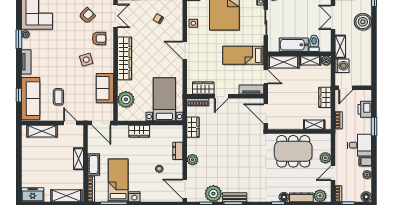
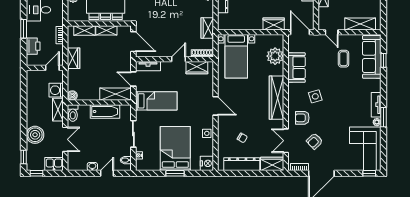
toilet: (314, 43) -> (73, 113), moved
shelving: (310, 60) -> (106, 30), moved
tv unit: (26, 62) -> (376, 105), moved
wardrobe: (139, 131) -> (274, 24), moved

